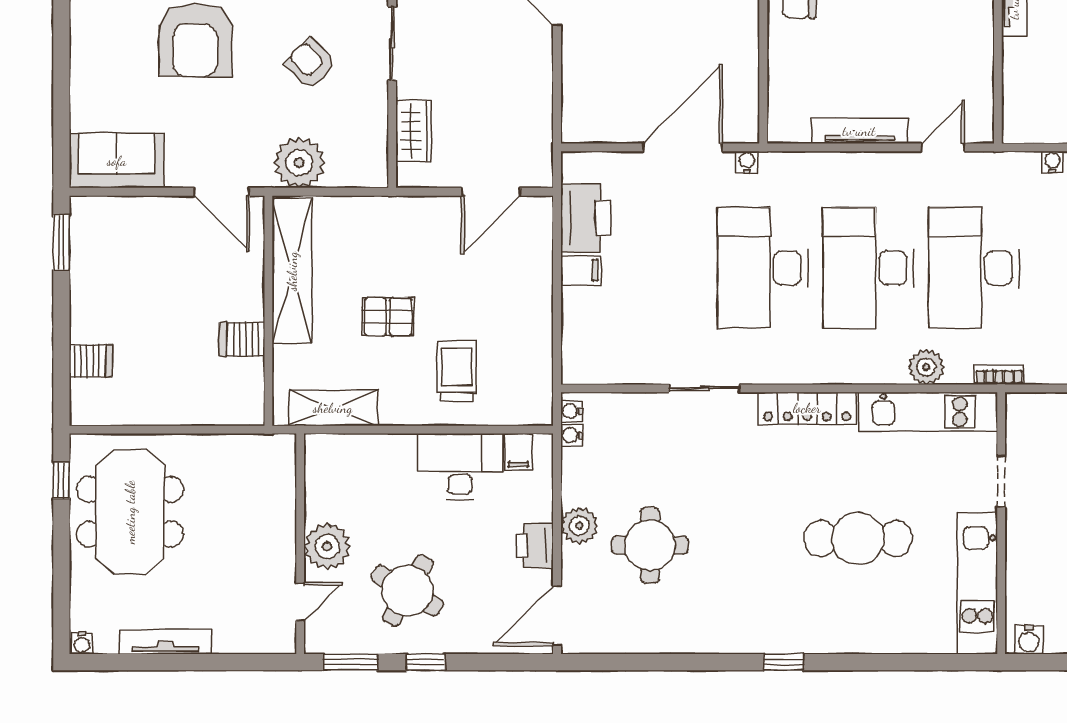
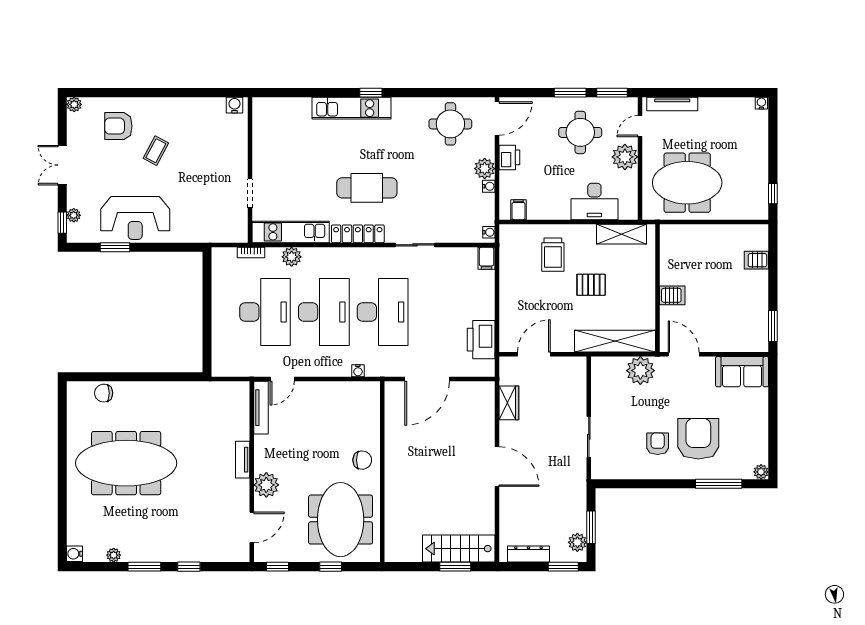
armchair: (310, 64) -> (658, 444), moved, turned -136
wardrobe: (414, 131) -> (509, 403), moved, turned 180
tv unit: (859, 131) -> (261, 408), moved, turned -90
water cooler: (747, 162) -> (358, 371), moved
water cooler: (1052, 162) -> (221, 371), removed
filing cabinet: (581, 270) -> (487, 258), moved, turned -90
shelving: (292, 271) -> (615, 341), moved, turned 90
server rack: (242, 339) -> (672, 295), moved
water cooler: (572, 435) -> (489, 186), moved
desk: (460, 466) -> (594, 201), moved
meeting table: (130, 512) -> (687, 183), moved, turned 90
cafe table: (858, 538) -> (367, 188), moved
round table: (650, 545) -> (450, 124), moved
kitchen unit: (977, 583) -> (352, 108), moved, turned 90
round table: (407, 591) -> (580, 132), turned -30
tv unit: (165, 642) -> (672, 104), moved
window: (426, 662) -> (570, 93), width x1.50

